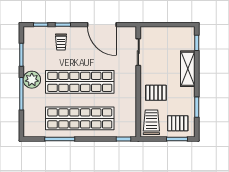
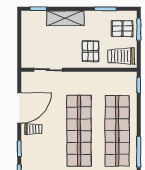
trolley: (61, 42) -> (33, 129), moved
pallet: (178, 123) -> (122, 29), turned 90

